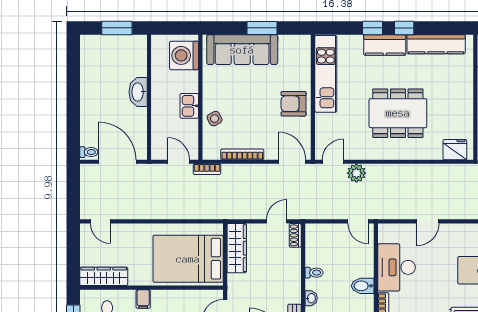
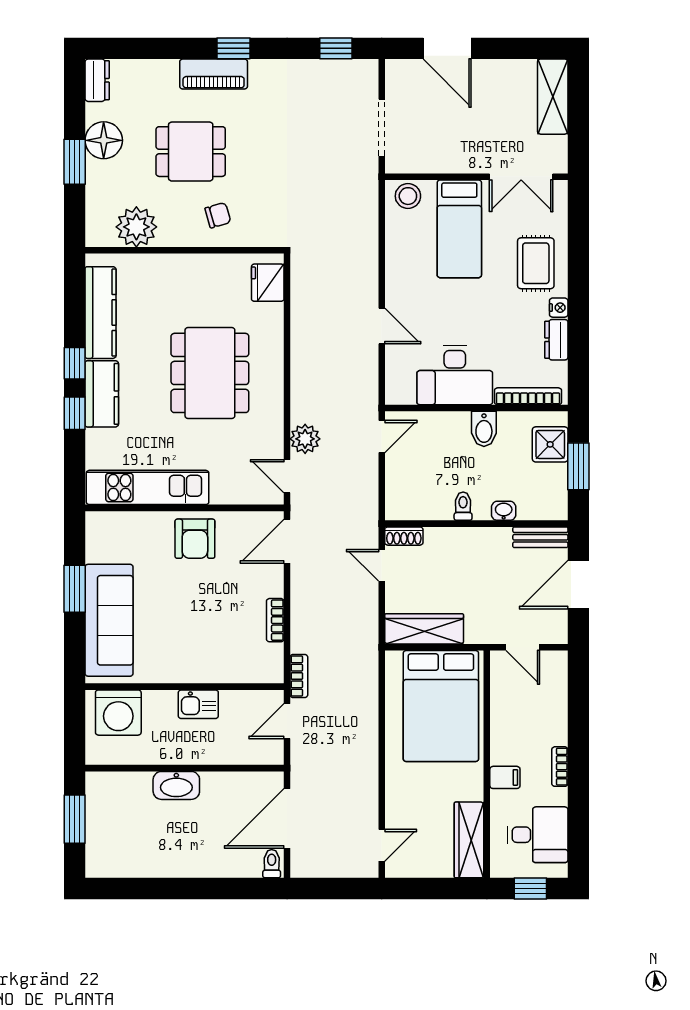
side table: (215, 119) -> (219, 664), removed
bookcase: (242, 154) -> (275, 620), width x0.64

